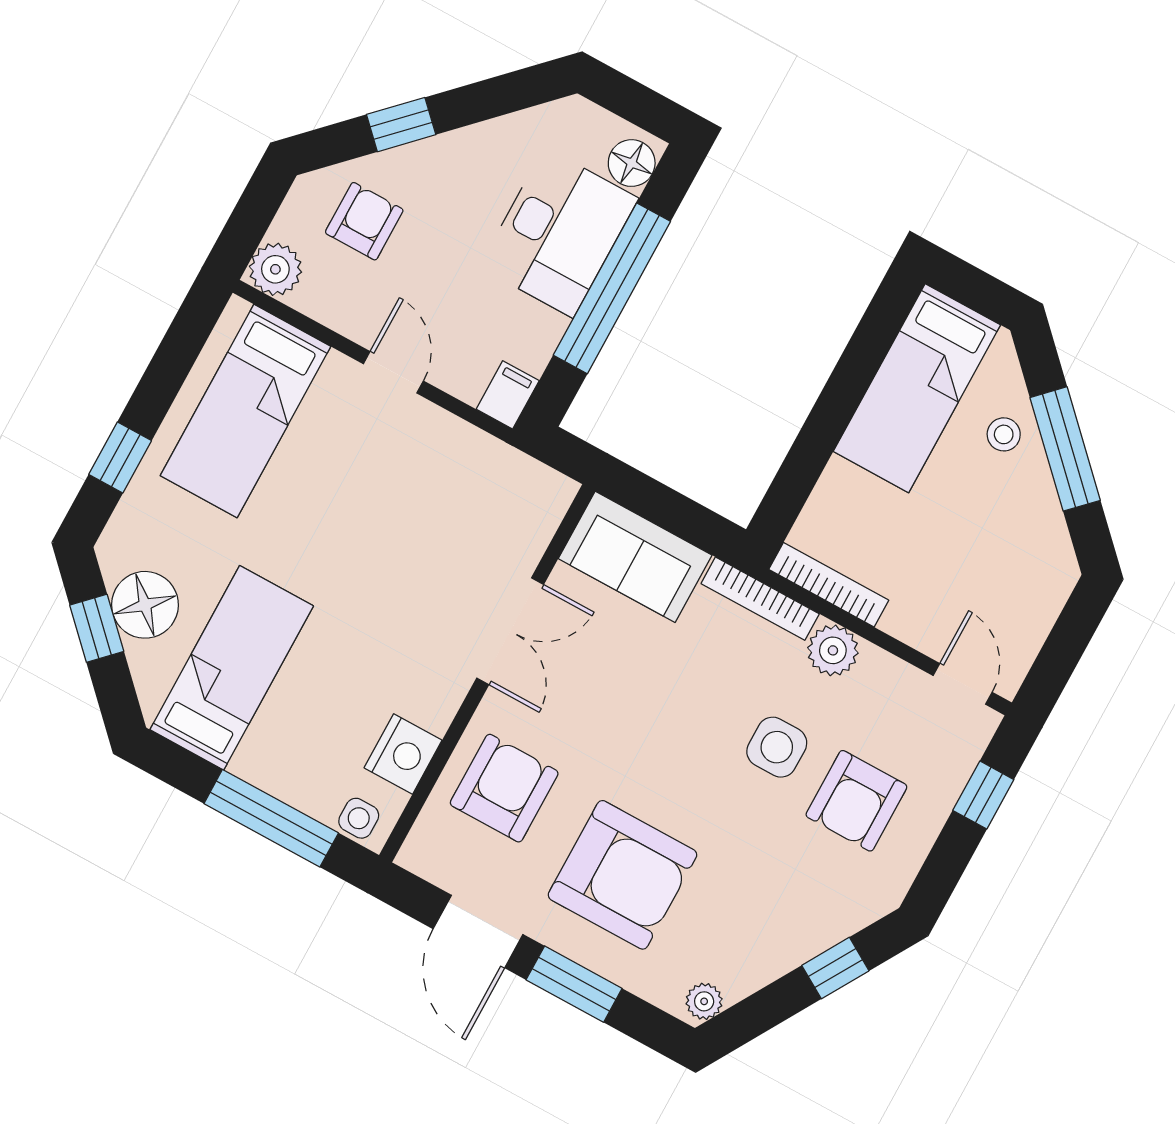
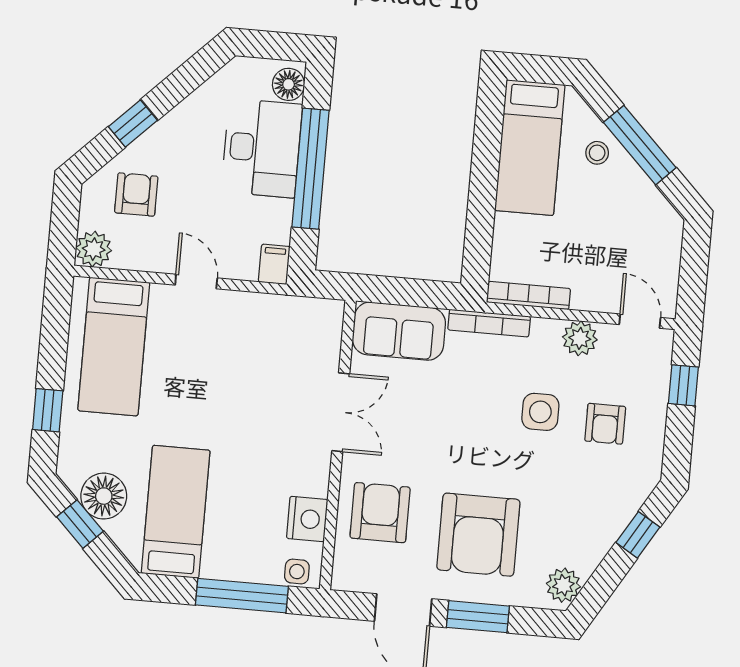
plant: (833, 650) -> (580, 338), moved
armchair: (856, 801) -> (605, 424), width x0.72, depth x0.72
armchair: (623, 875) -> (478, 535), turned 90
plant: (704, 1001) -> (563, 585), width x1.38, depth x1.38

